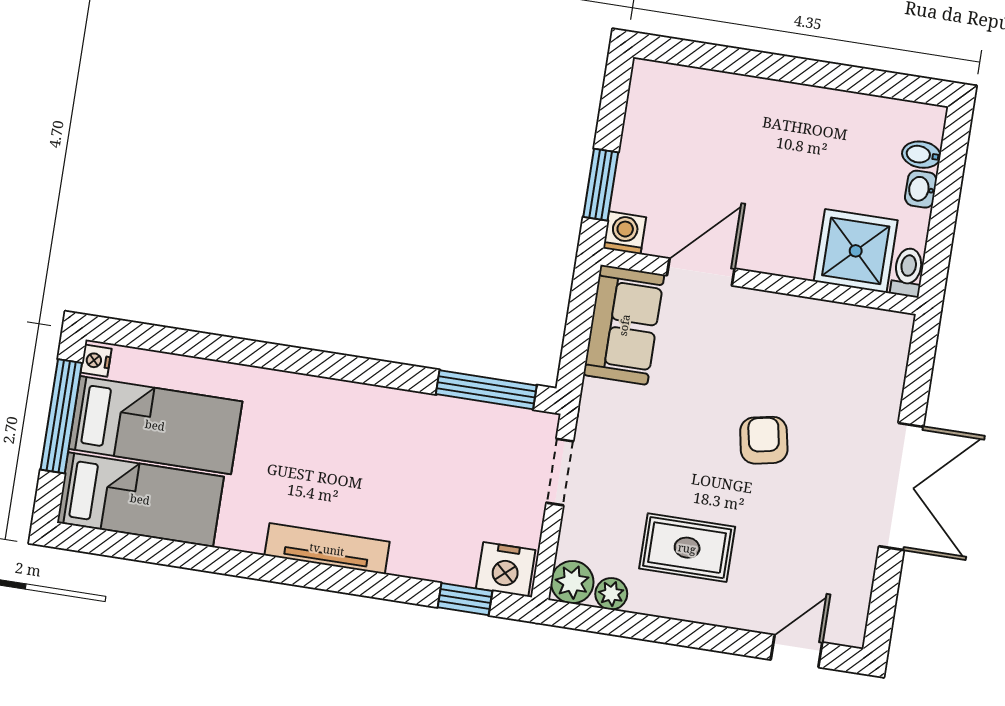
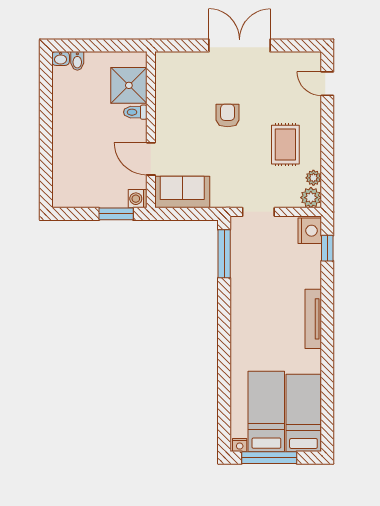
washbasin: (921, 189) -> (61, 58), moved
toilet: (908, 272) -> (135, 112), moved
armchair: (764, 440) -> (228, 116), turned 101

